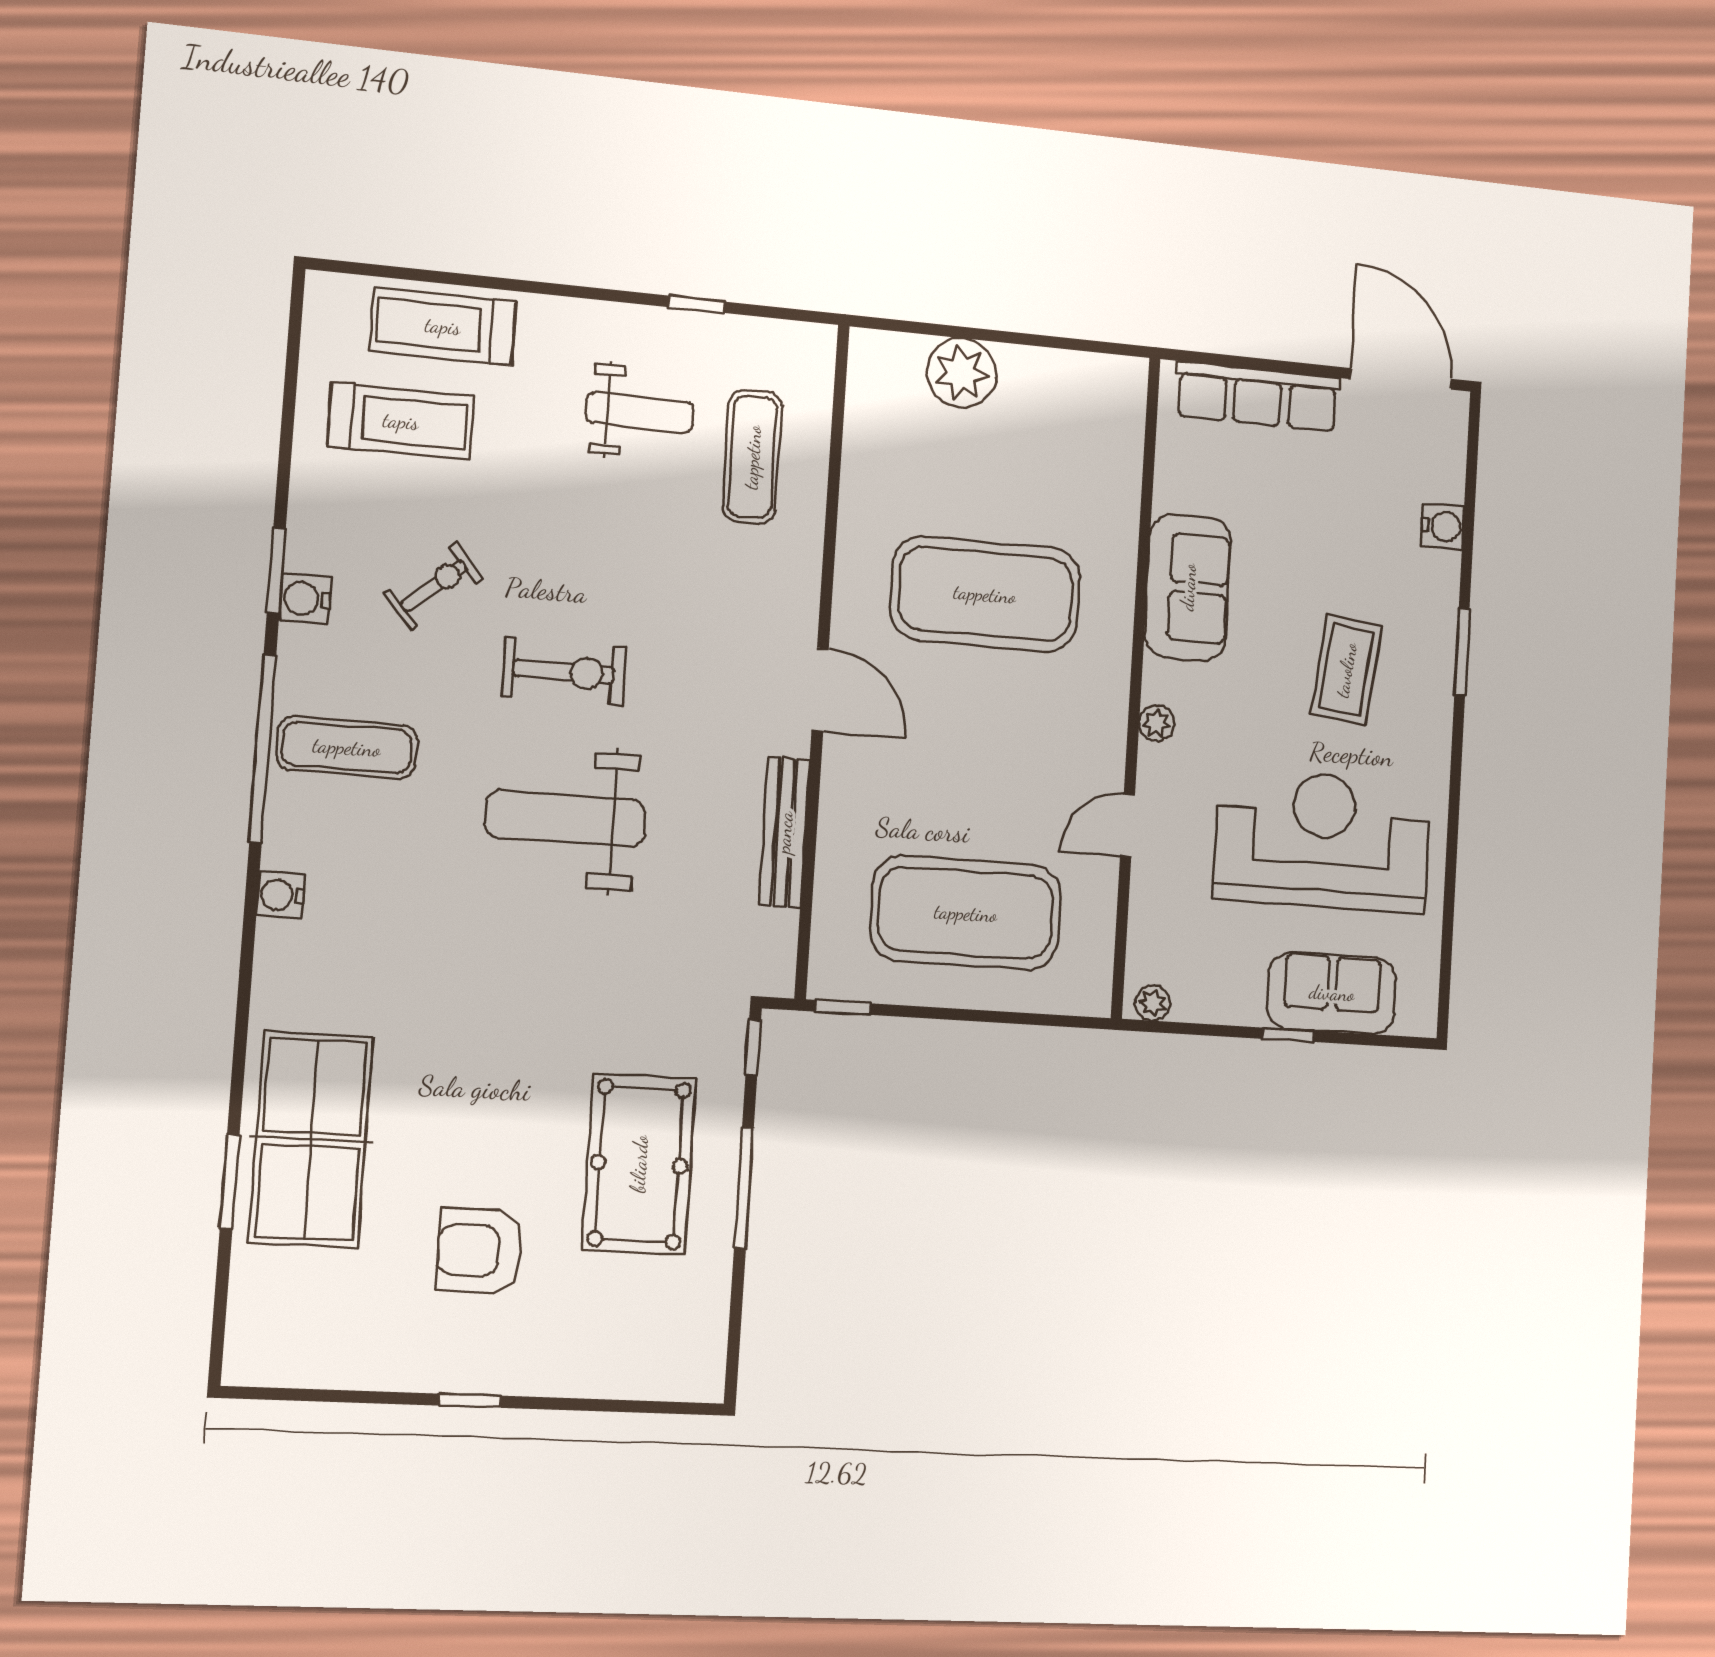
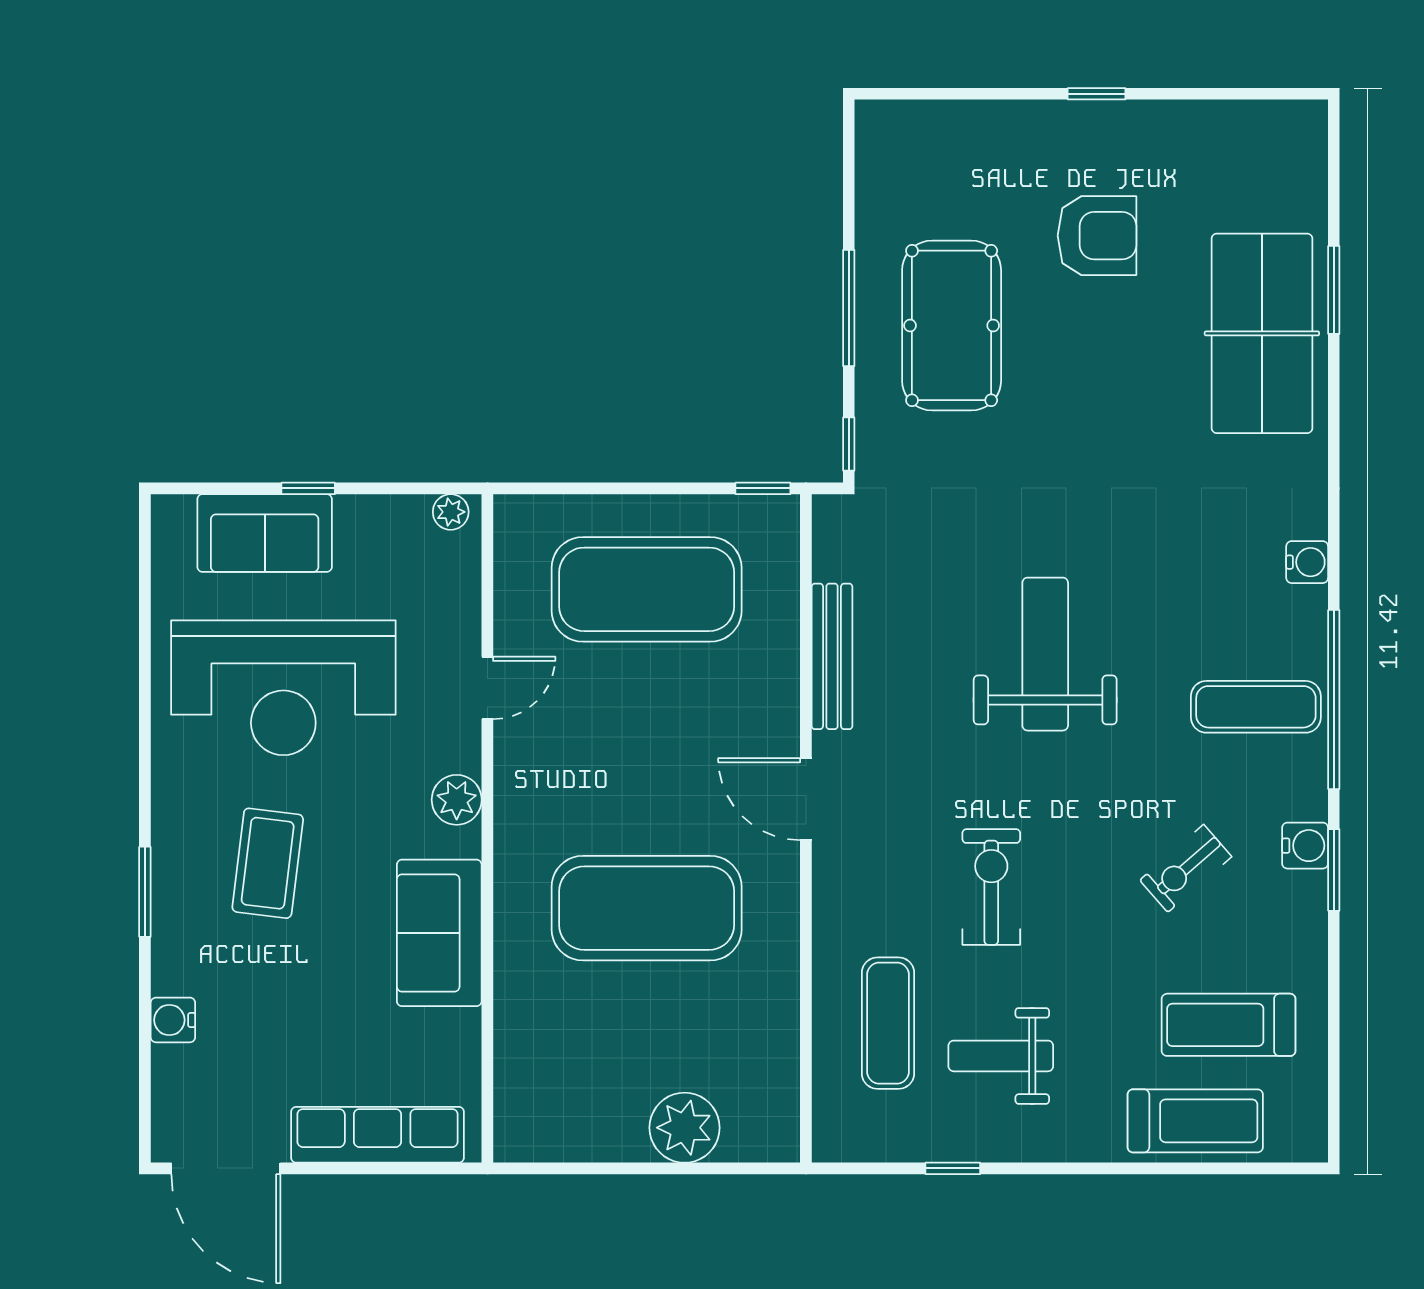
exercise bike: (564, 672) -> (991, 887), moved, turned 90
plant: (1157, 723) -> (457, 800), width x1.38, depth x1.38
weight bench: (565, 819) -> (1045, 654), turned -90

